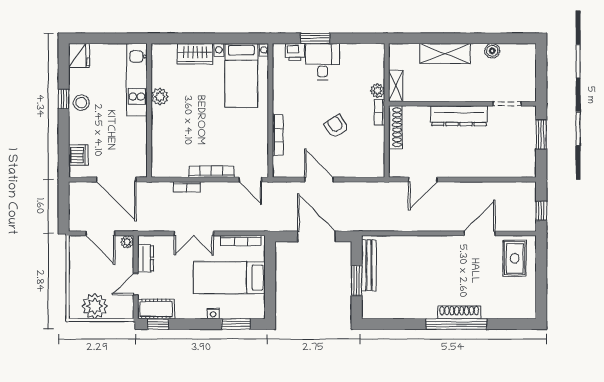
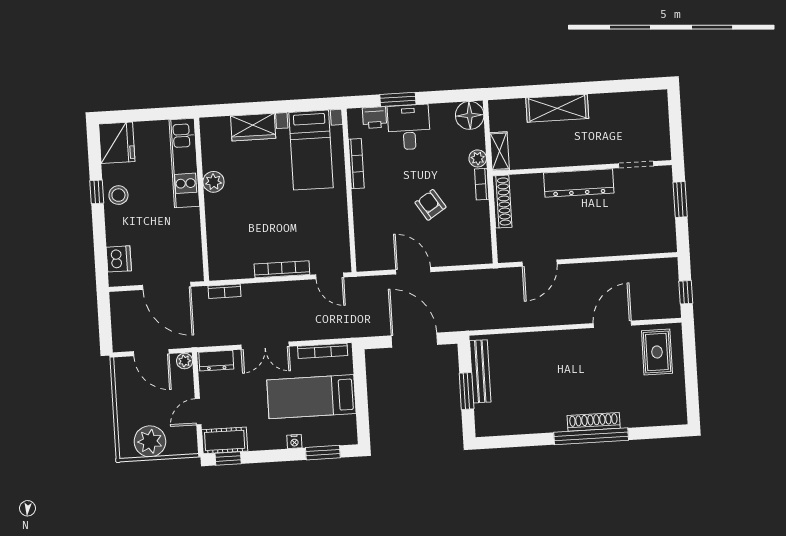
boiler: (492, 51) -> (614, 101), removed
fridge: (79, 55) -> (117, 143), width x1.36, depth x1.34
floor lamp: (373, 55) -> (470, 115), added
bookcase: (278, 135) -> (356, 164), moved
bookcase: (187, 187) -> (224, 291), moved
dresser: (146, 258) -> (216, 361), moved, turned 90

